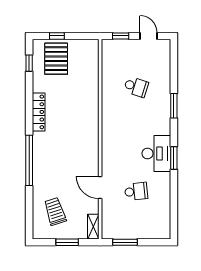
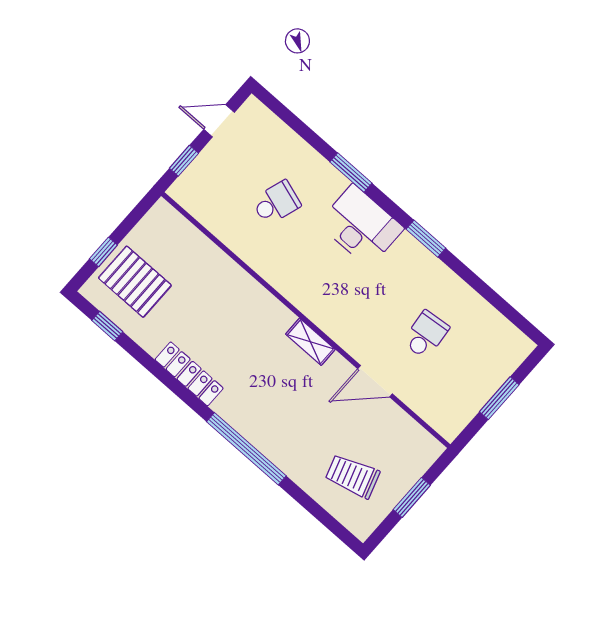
desk: (156, 153) -> (361, 226), moved
shelving: (93, 227) -> (310, 342), moved
window: (125, 242) -> (499, 398), moved

